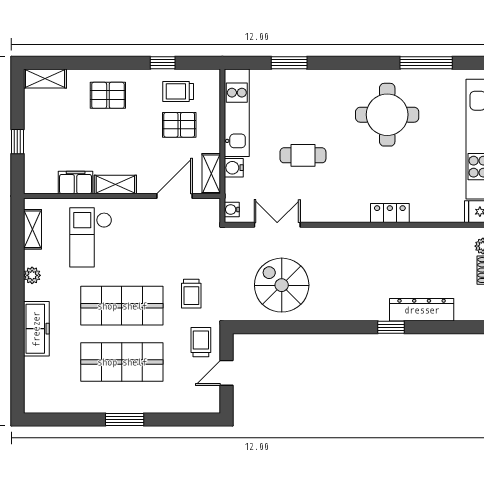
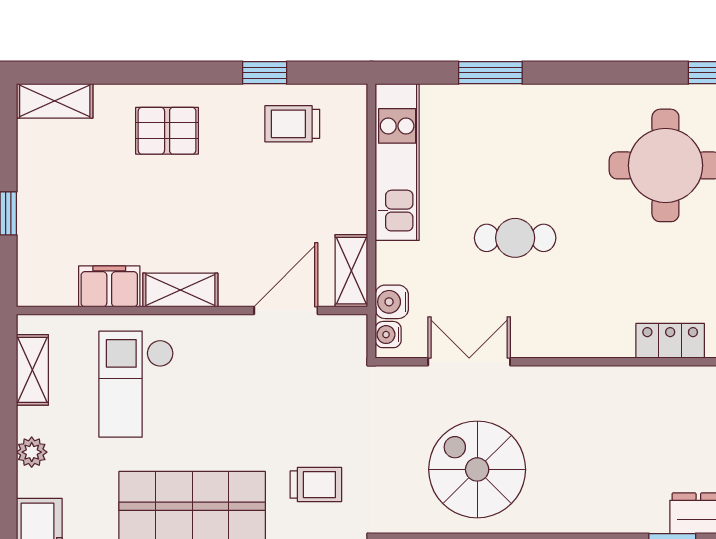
pallet: (179, 125) -> (294, 183), removed
water cooler: (234, 168) -> (392, 302), moved
trolley: (191, 294) -> (316, 485), turned -90

